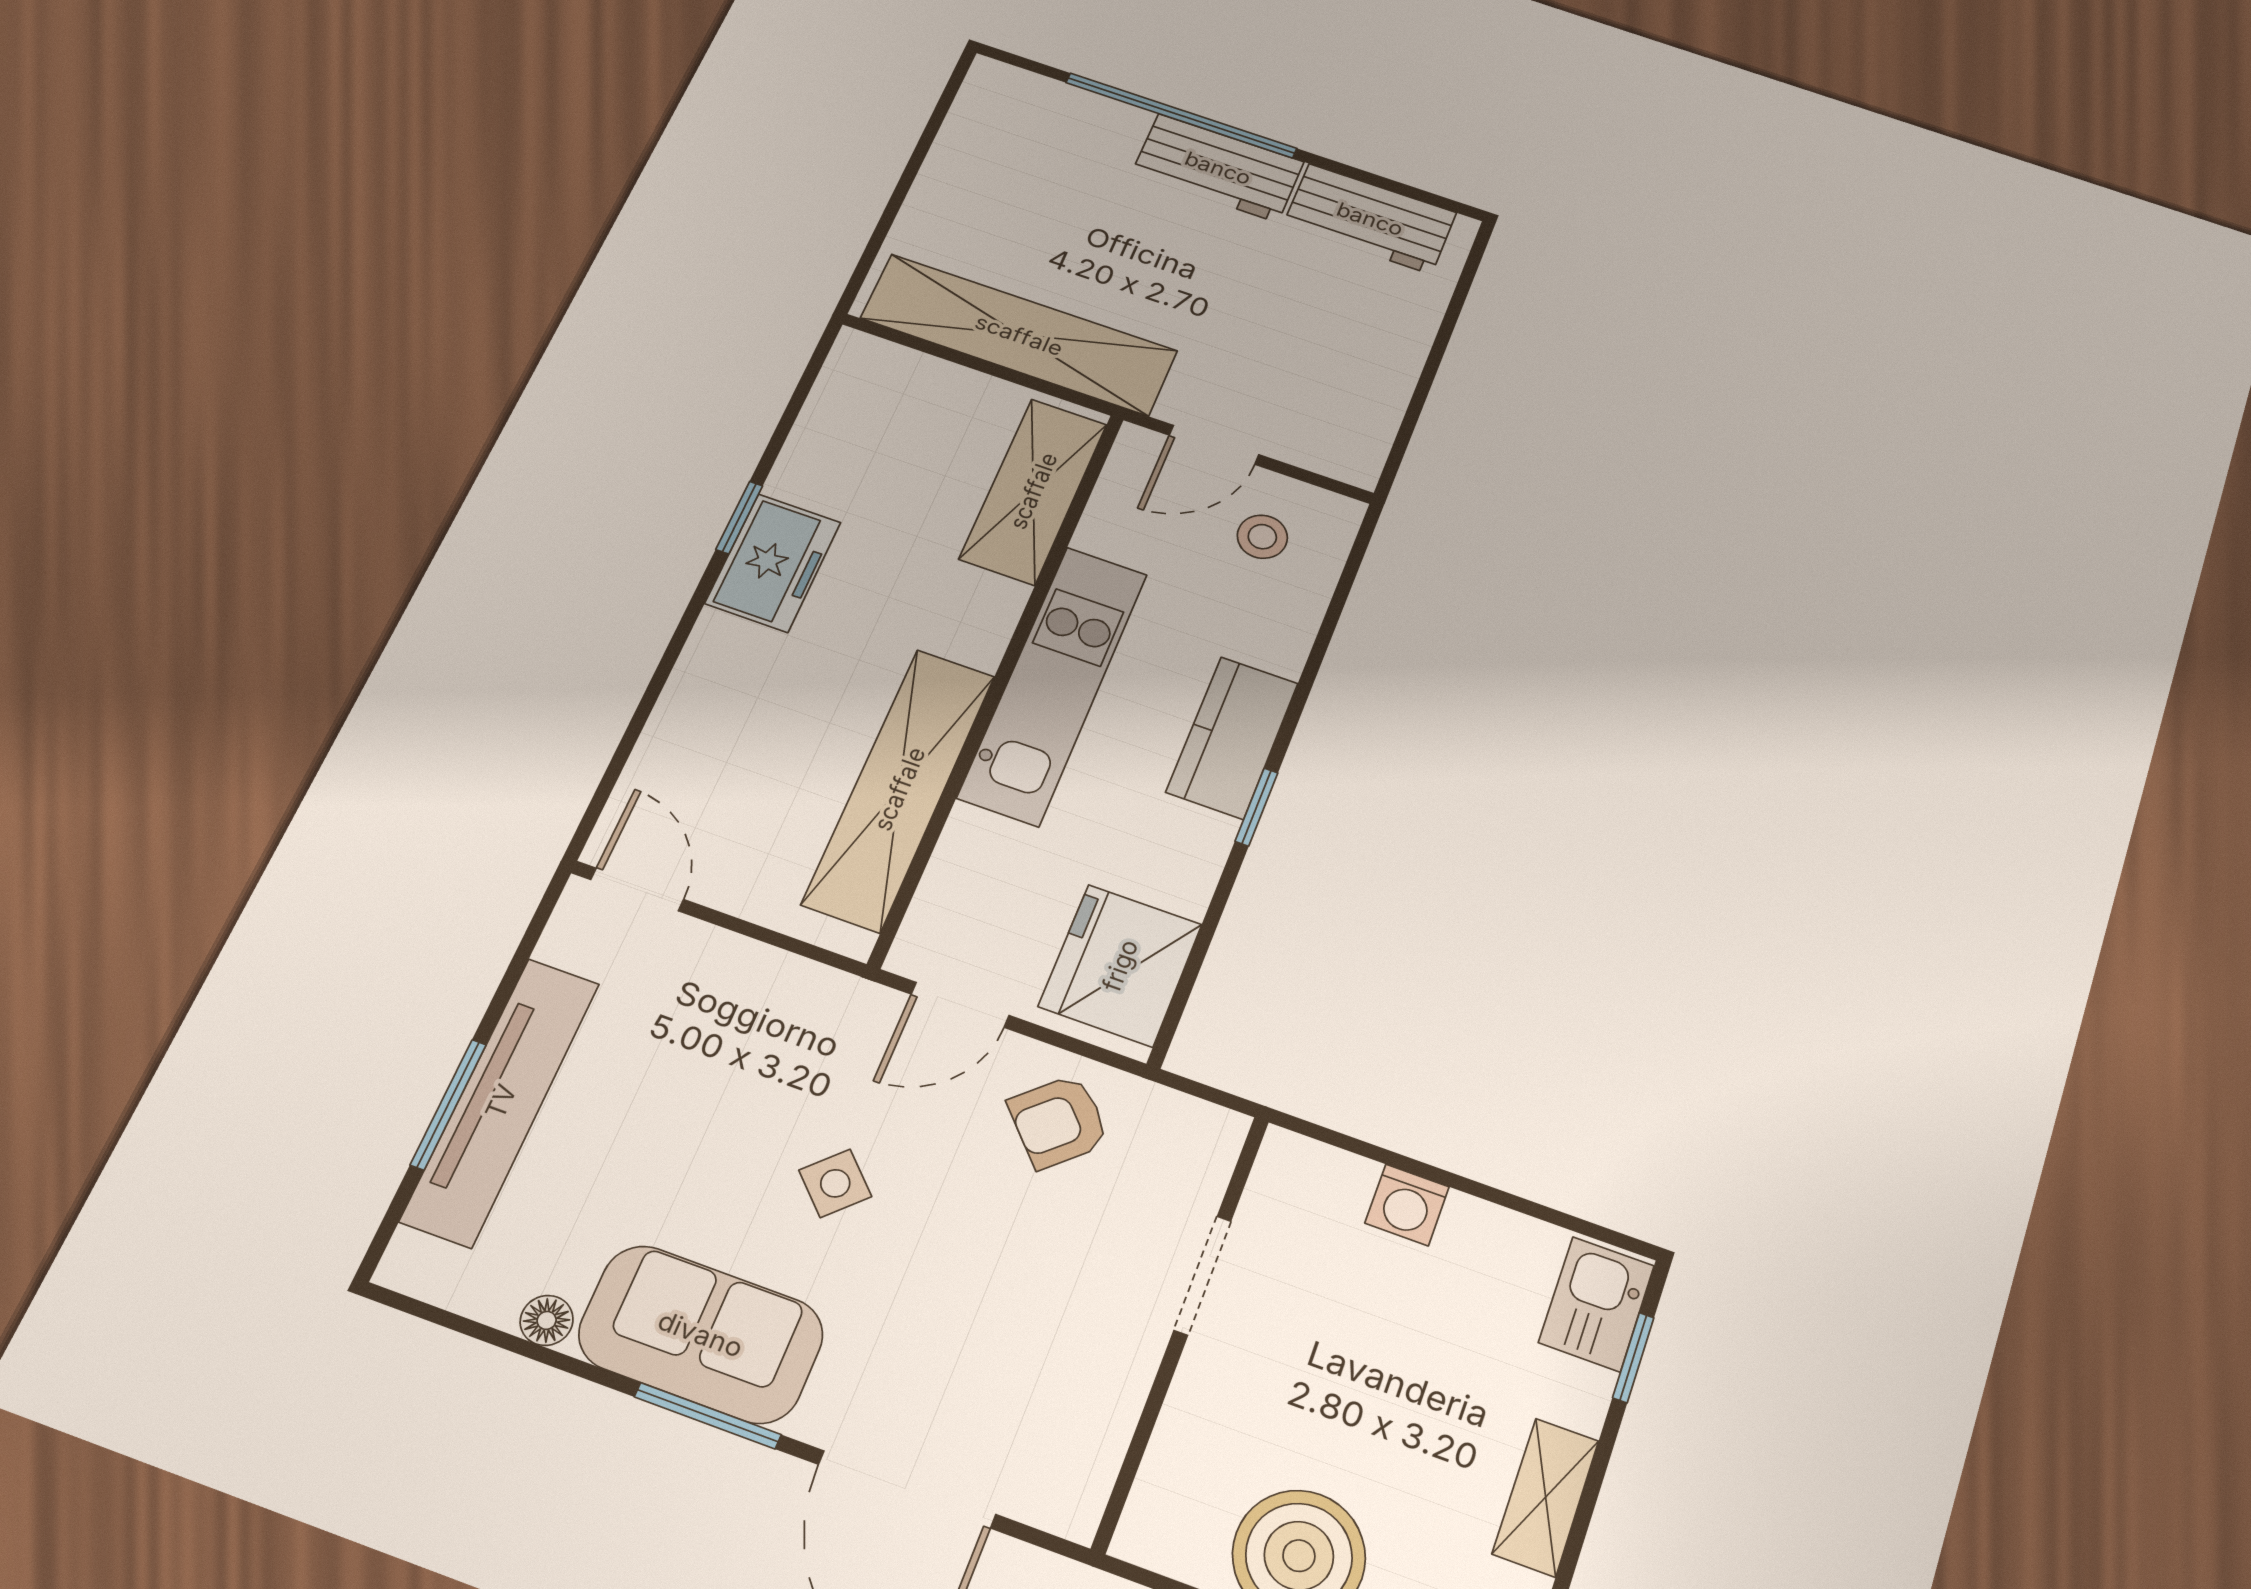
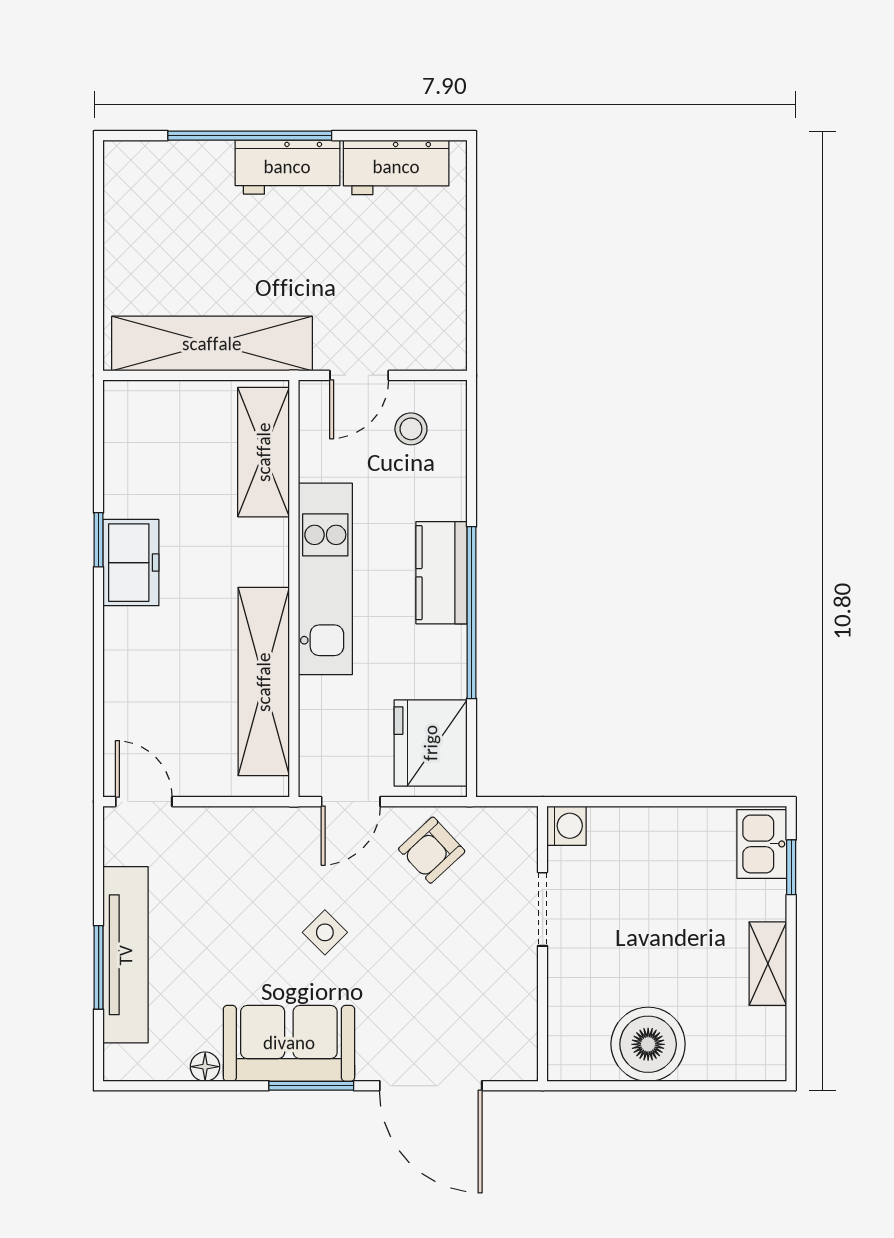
window: (1256, 807) -> (471, 613), width x3.17
washing machine: (1407, 1205) -> (567, 826), moved, turned -90

